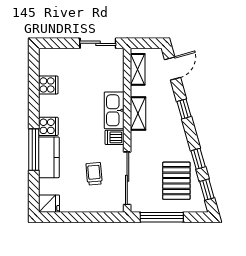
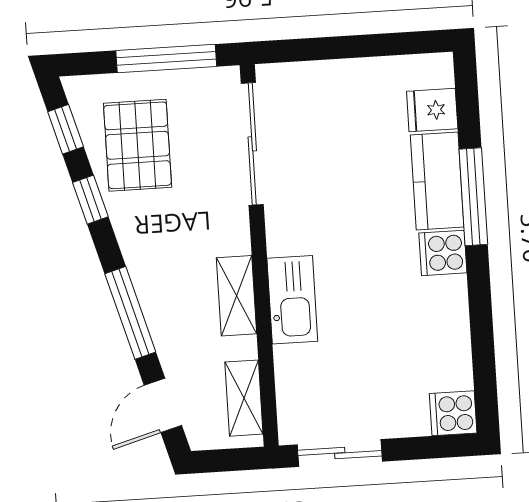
cooker: (48, 85) -> (453, 413), moved
window: (184, 109) -> (130, 313), width x2.17
dishwasher: (115, 137) -> (287, 237), removed
trolley: (94, 174) -> (330, 150), removed
fridge: (49, 204) -> (432, 110), moved

